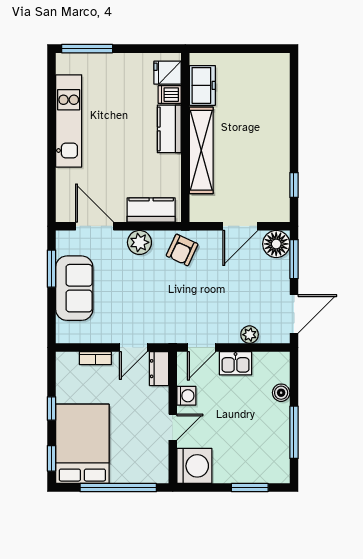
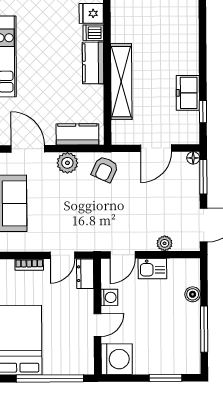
freezer: (202, 85) -> (188, 93), moved, turned 180
floor lamp: (276, 244) -> (193, 158), width x0.53, depth x0.53

